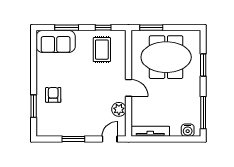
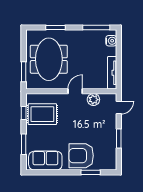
sofa: (56, 41) -> (45, 161), moved, turned -90
rug: (102, 50) -> (42, 114), width x1.36, depth x1.43
armchair: (53, 95) -> (81, 156), width x1.88, depth x1.88
door: (110, 139) -> (119, 107), swing flipped

